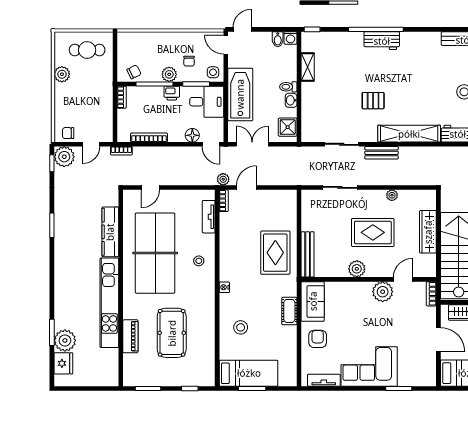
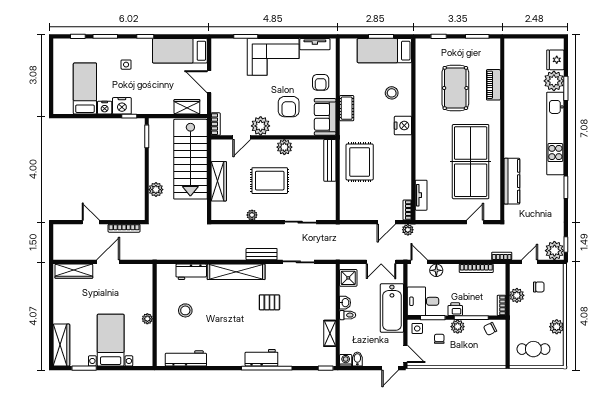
plant: (105, 108) -> (517, 295), added
chair: (68, 133) -> (539, 287), moved
stool: (199, 261) -> (430, 154), removed
nightstand: (224, 287) -> (403, 126), width x1.89, depth x1.79
kitchen unit: (109, 303) -> (555, 133), moved, turned 180
armchair: (352, 313) -> (289, 107), added

